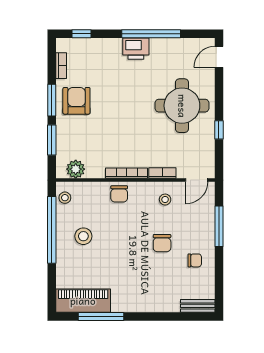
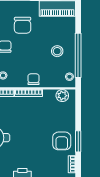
window: (52, 140) -> (78, 115), removed
chair: (136, 275) -> (23, 25), added

